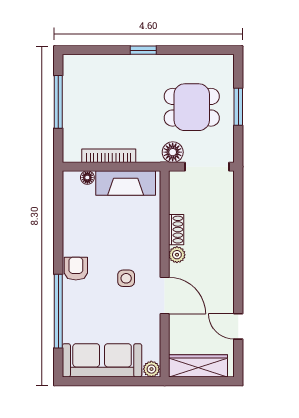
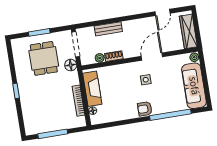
bench: (225, 228) -> (108, 29), added
plant: (177, 255) -> (100, 58), moved

